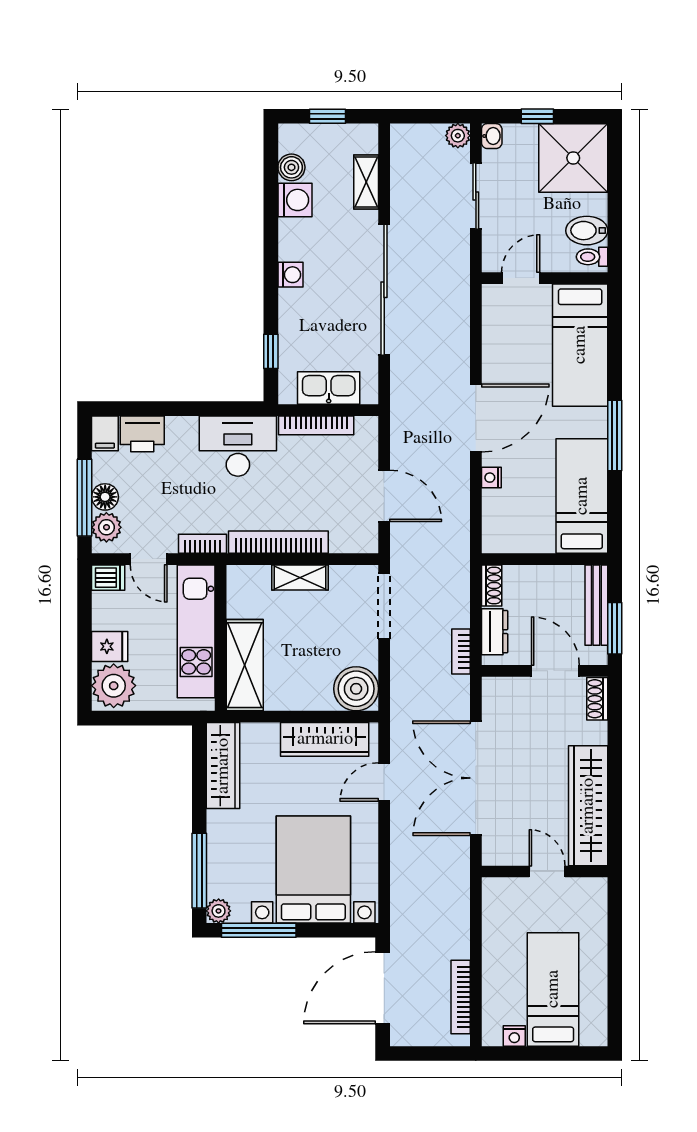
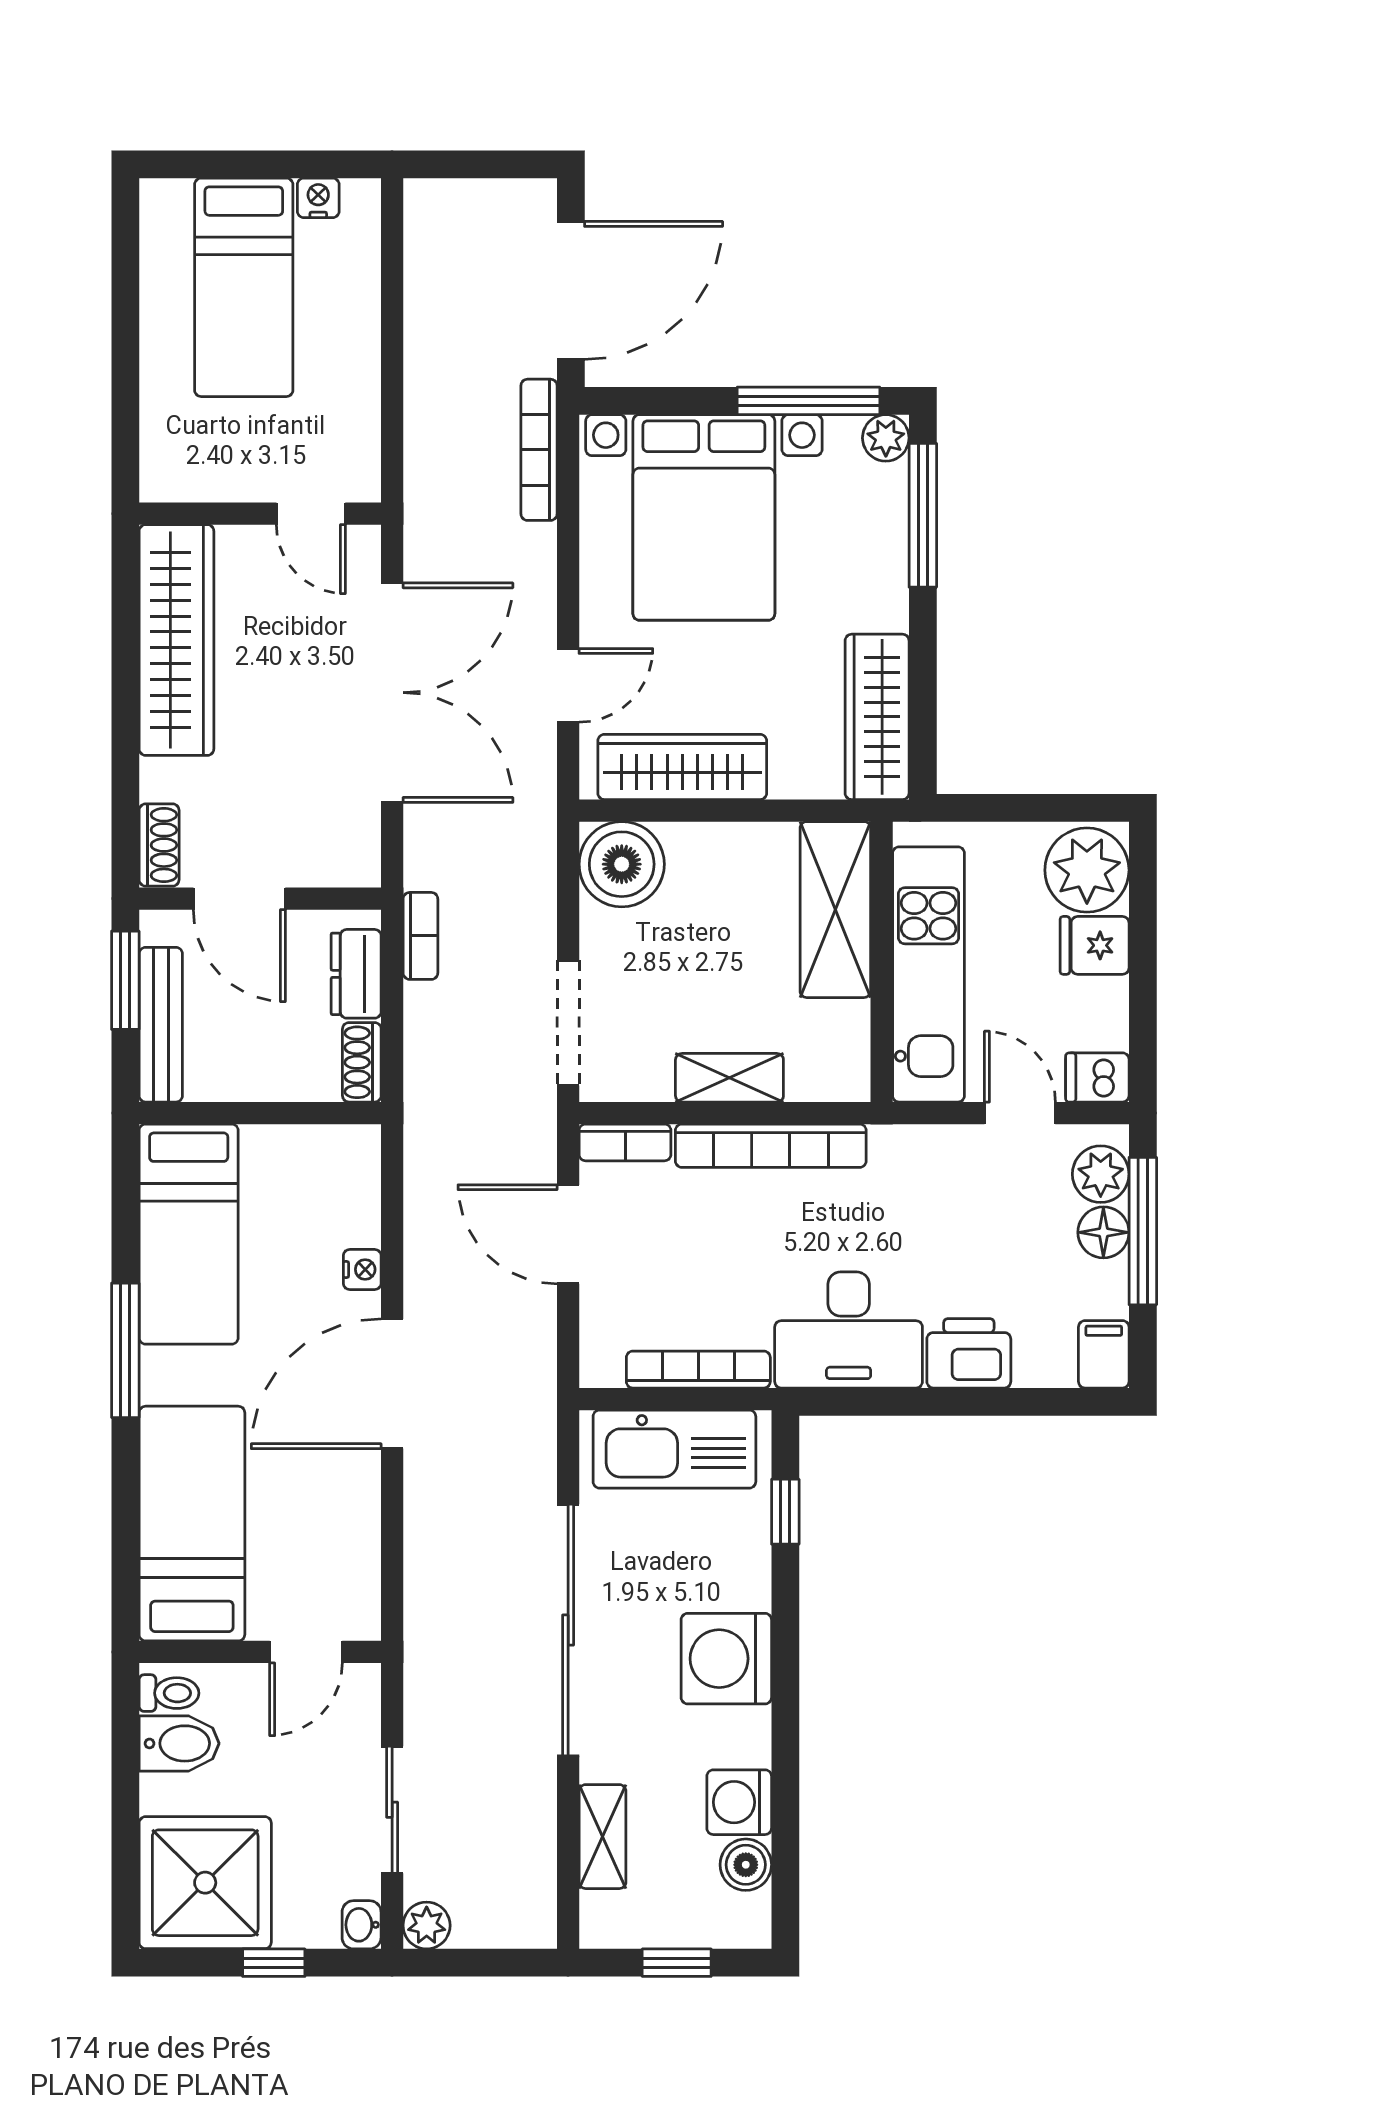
washing machine: (291, 275) -> (726, 1659), width x1.89, depth x1.89
kitchen sink: (329, 388) -> (674, 1449), width x1.36, depth x1.24
printer: (142, 434) -> (969, 1353), moved
bookcase: (202, 544) -> (625, 1142), moved
door: (547, 871) -> (311, 514), moved
bookcase: (461, 997) -> (539, 450), moved, turned 180

